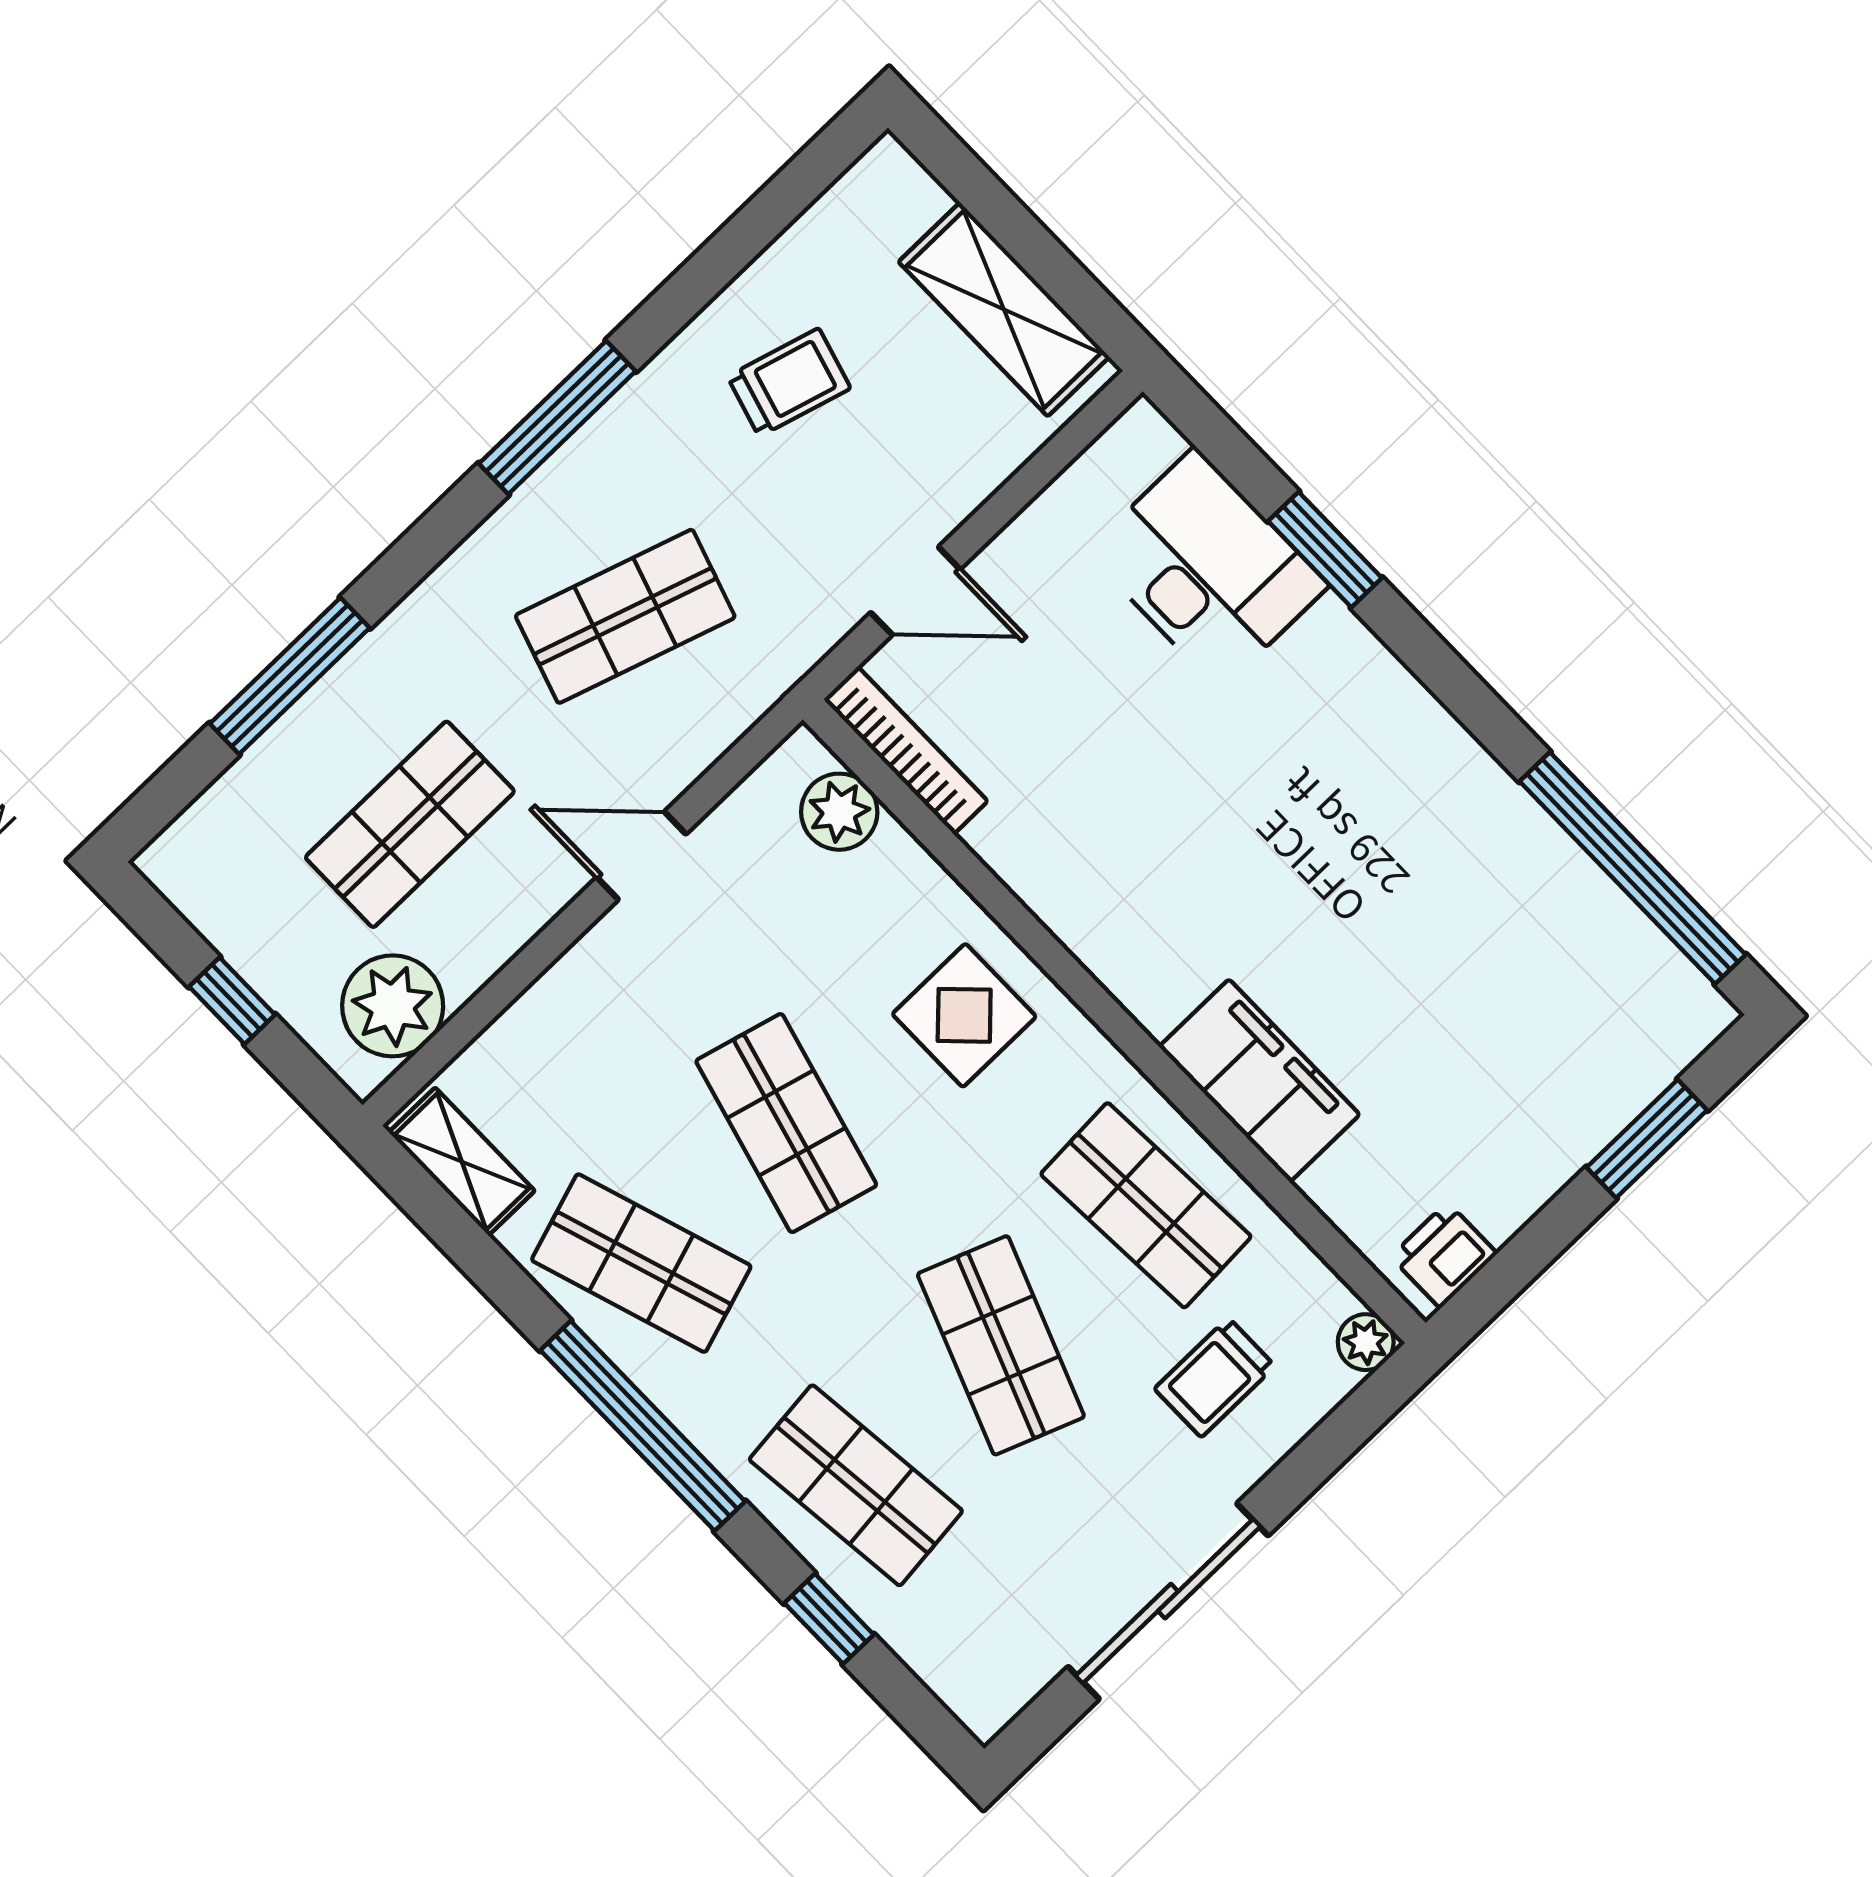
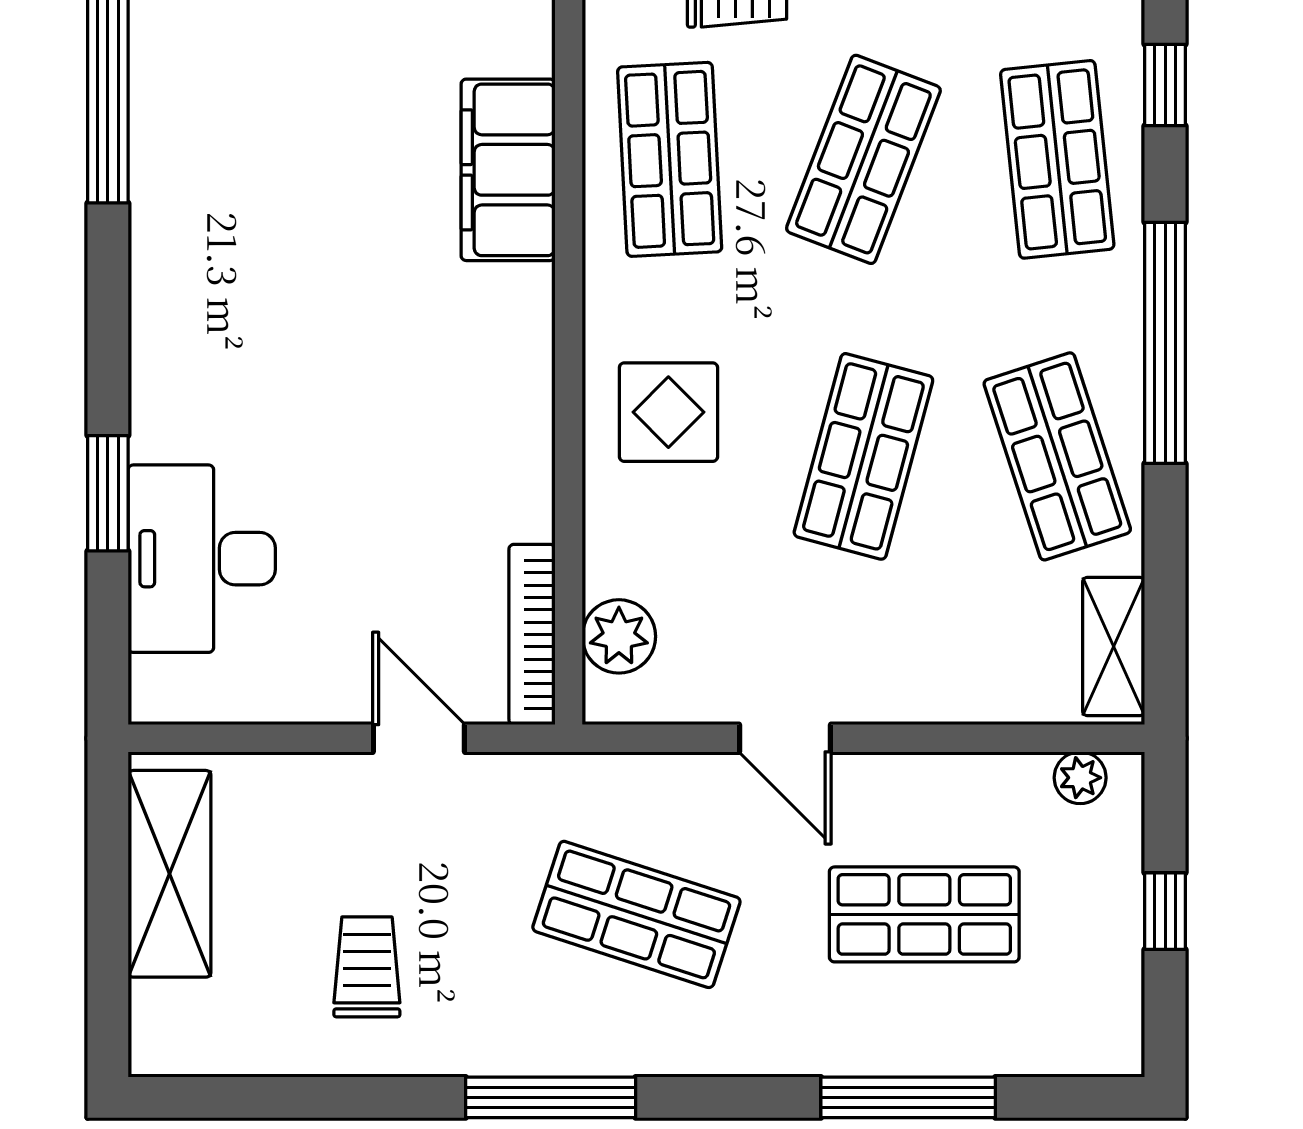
trolley: (789, 382) -> (367, 967), turned 74
plant: (393, 1006) -> (1080, 778), width x0.53, depth x0.53

